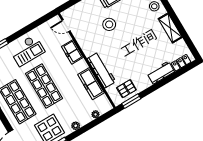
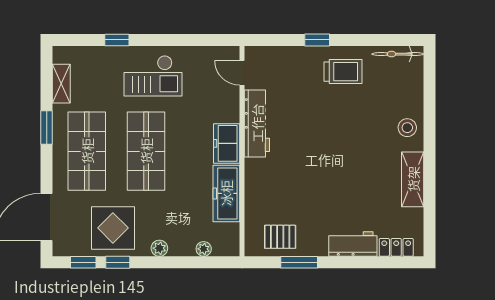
stool: (109, 24) -> (315, 113), removed
freezer: (72, 52) -> (227, 143), moved
workbench: (101, 70) -> (257, 123), moved
window: (131, 101) -> (299, 262), moved

